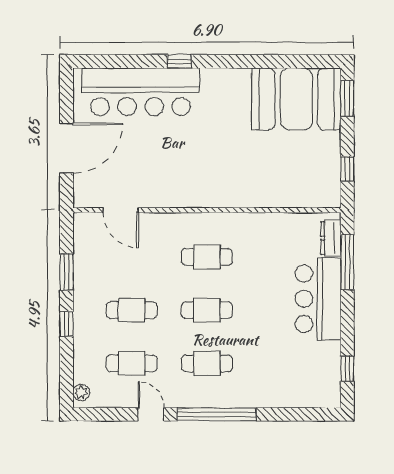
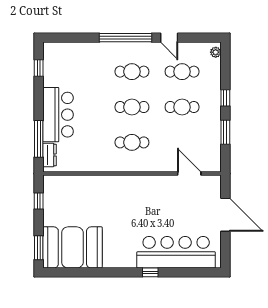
door: (67, 148) -> (225, 215), swing flipped

